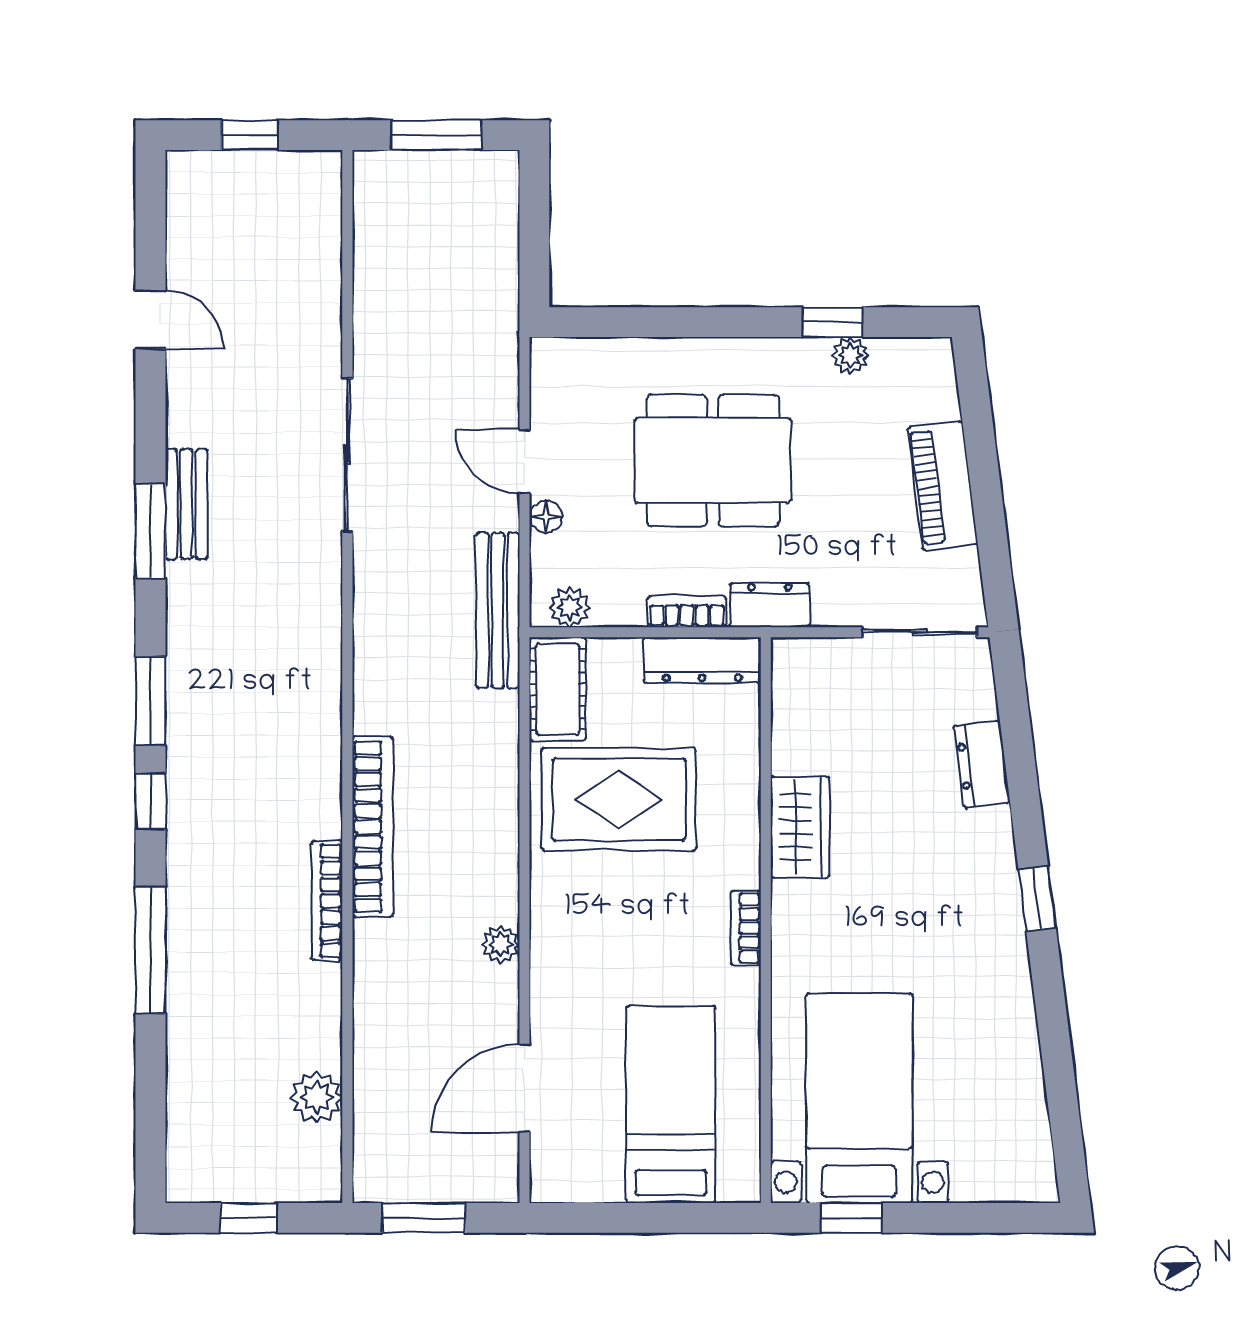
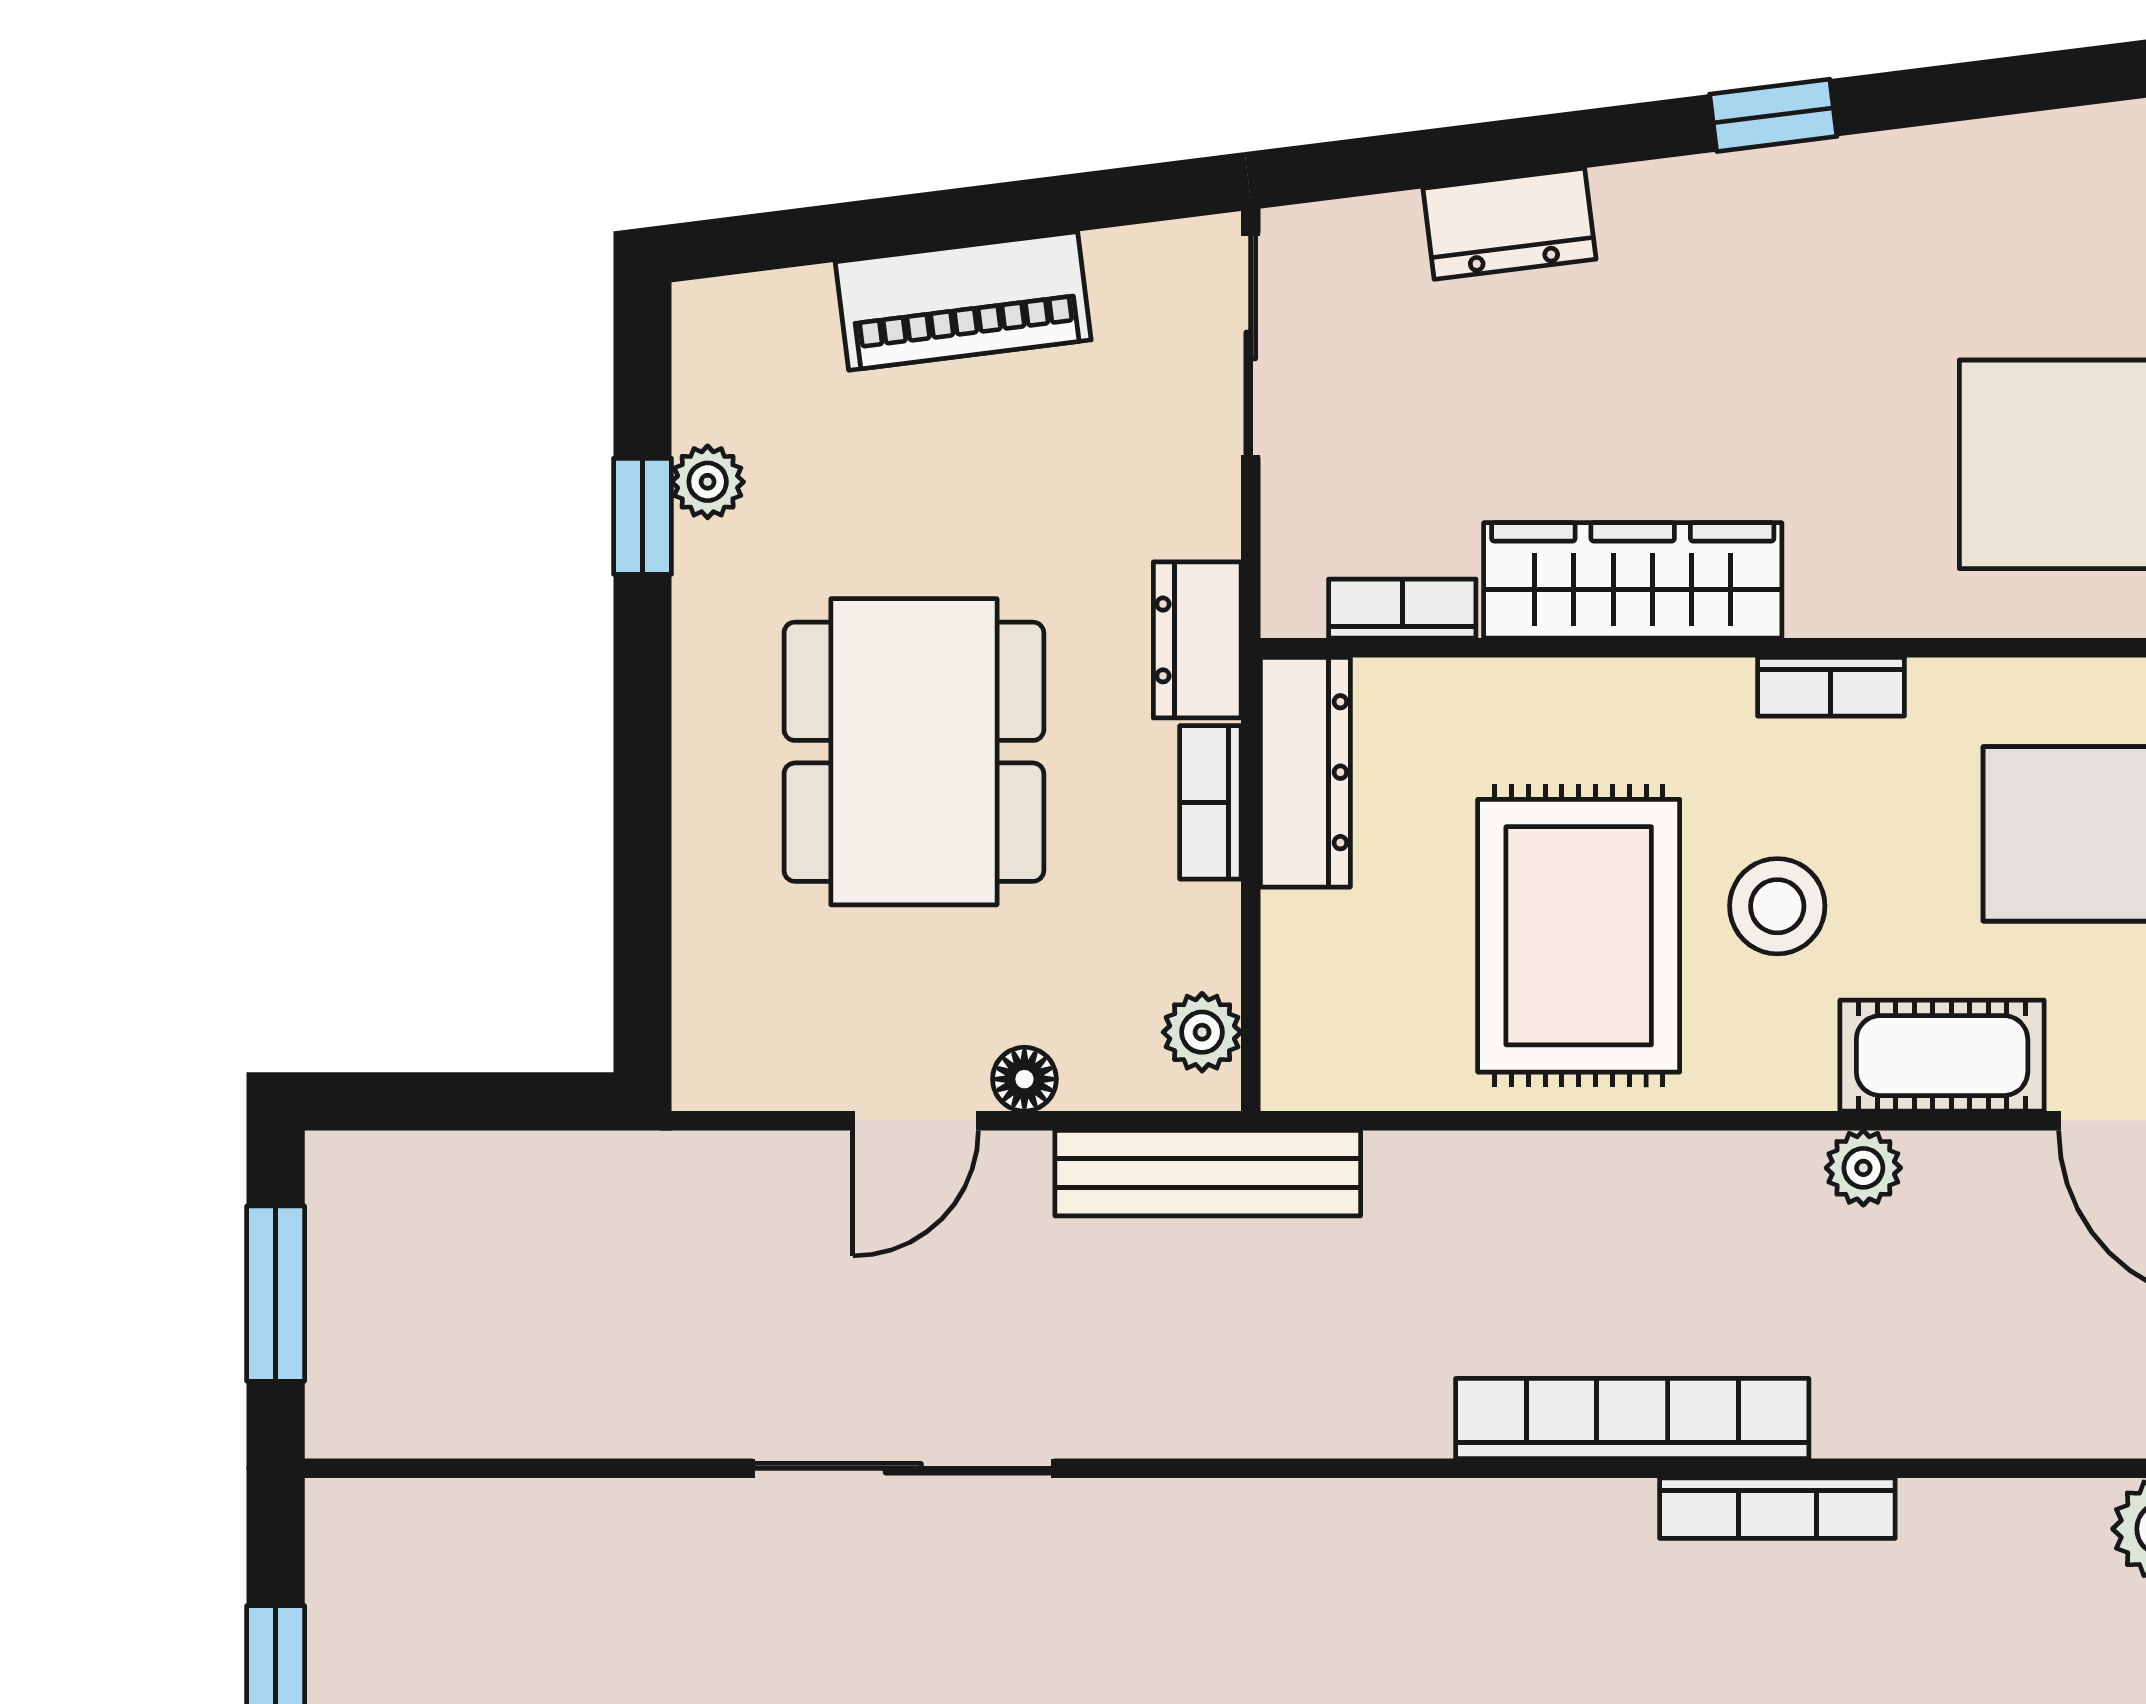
cot: (558, 689) -> (1942, 1056), moved
bookcase: (786, 709) -> (1402, 609), added
wardrobe: (800, 827) -> (1633, 580), width x1.50
stool: (634, 901) -> (1777, 906), added

